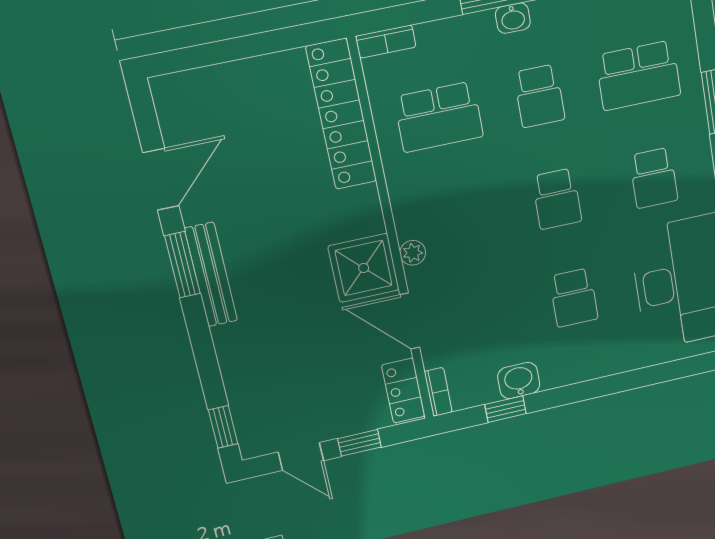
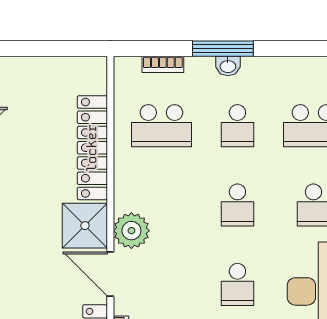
bookcase: (386, 42) -> (163, 64), moved
locker: (341, 114) -> (92, 148), moved
plant: (413, 253) -> (131, 231), width x1.88, depth x1.88

